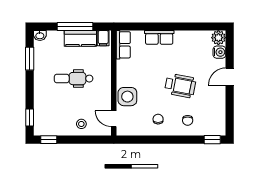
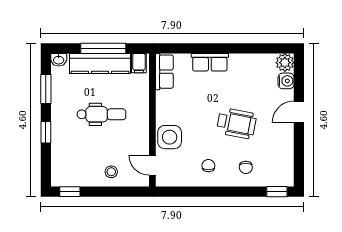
kitchen counter: (80, 38) -> (100, 64), width x1.50
dental chair: (74, 79) -> (101, 114), turned 180
window: (30, 117) -> (46, 132), moved

